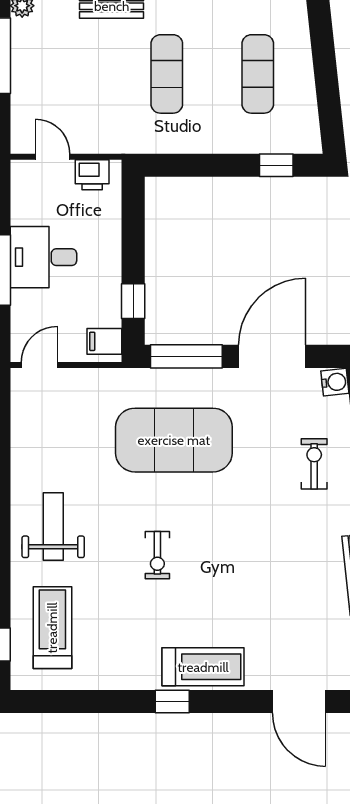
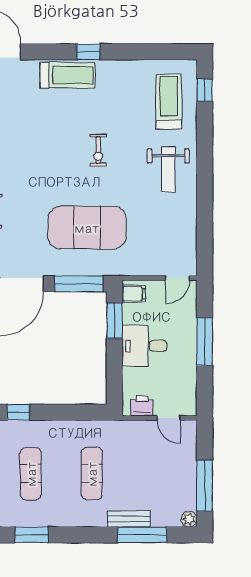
desk: (43, 257) -> (144, 346), moved, turned 180
window: (133, 301) -> (115, 321), width x1.50
exercise bike: (157, 555) -> (98, 150), turned 180
treadmill: (52, 628) -> (169, 102), turned 180
treadmill: (203, 667) -> (68, 75), turned 180

